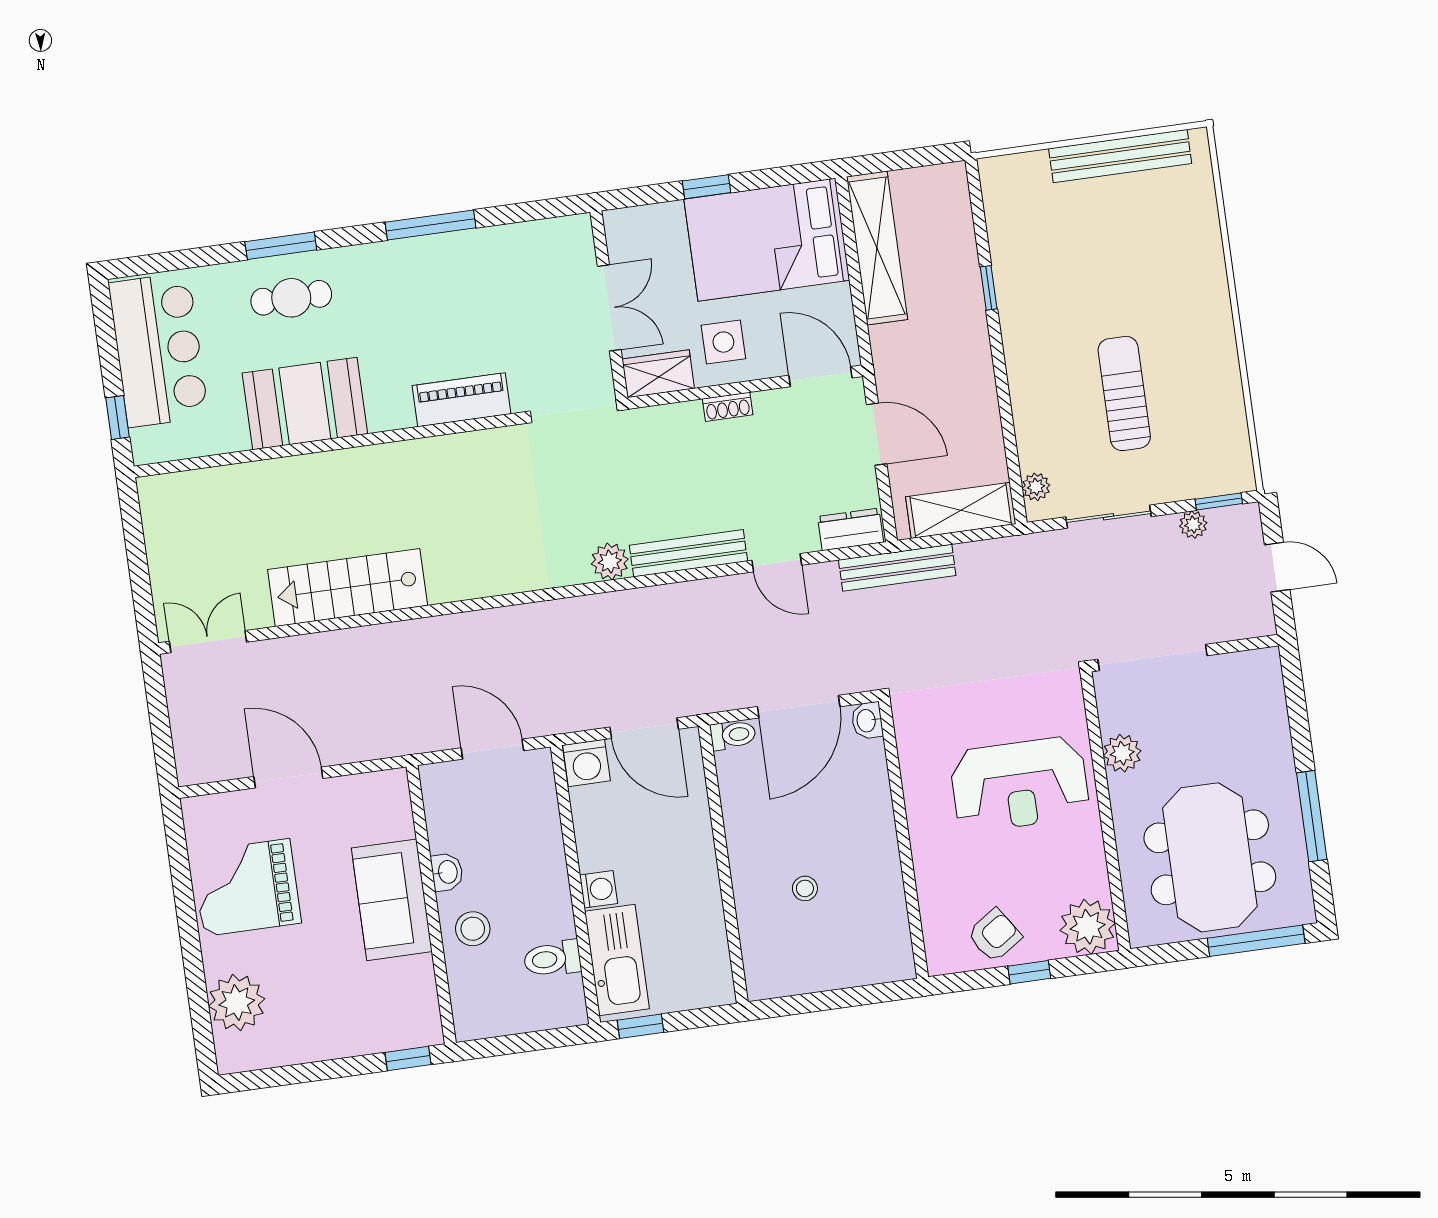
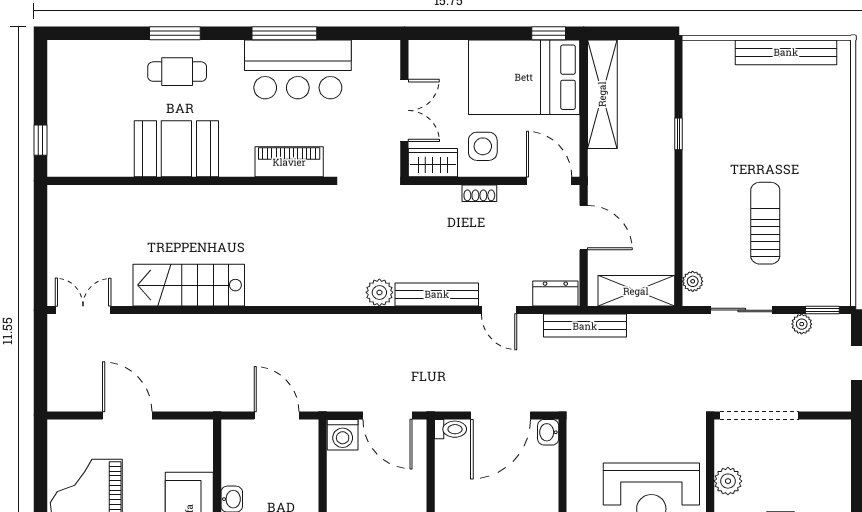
window: (706, 187) -> (549, 33), moved
bar counter: (158, 350) -> (298, 69), moved, turned 90

